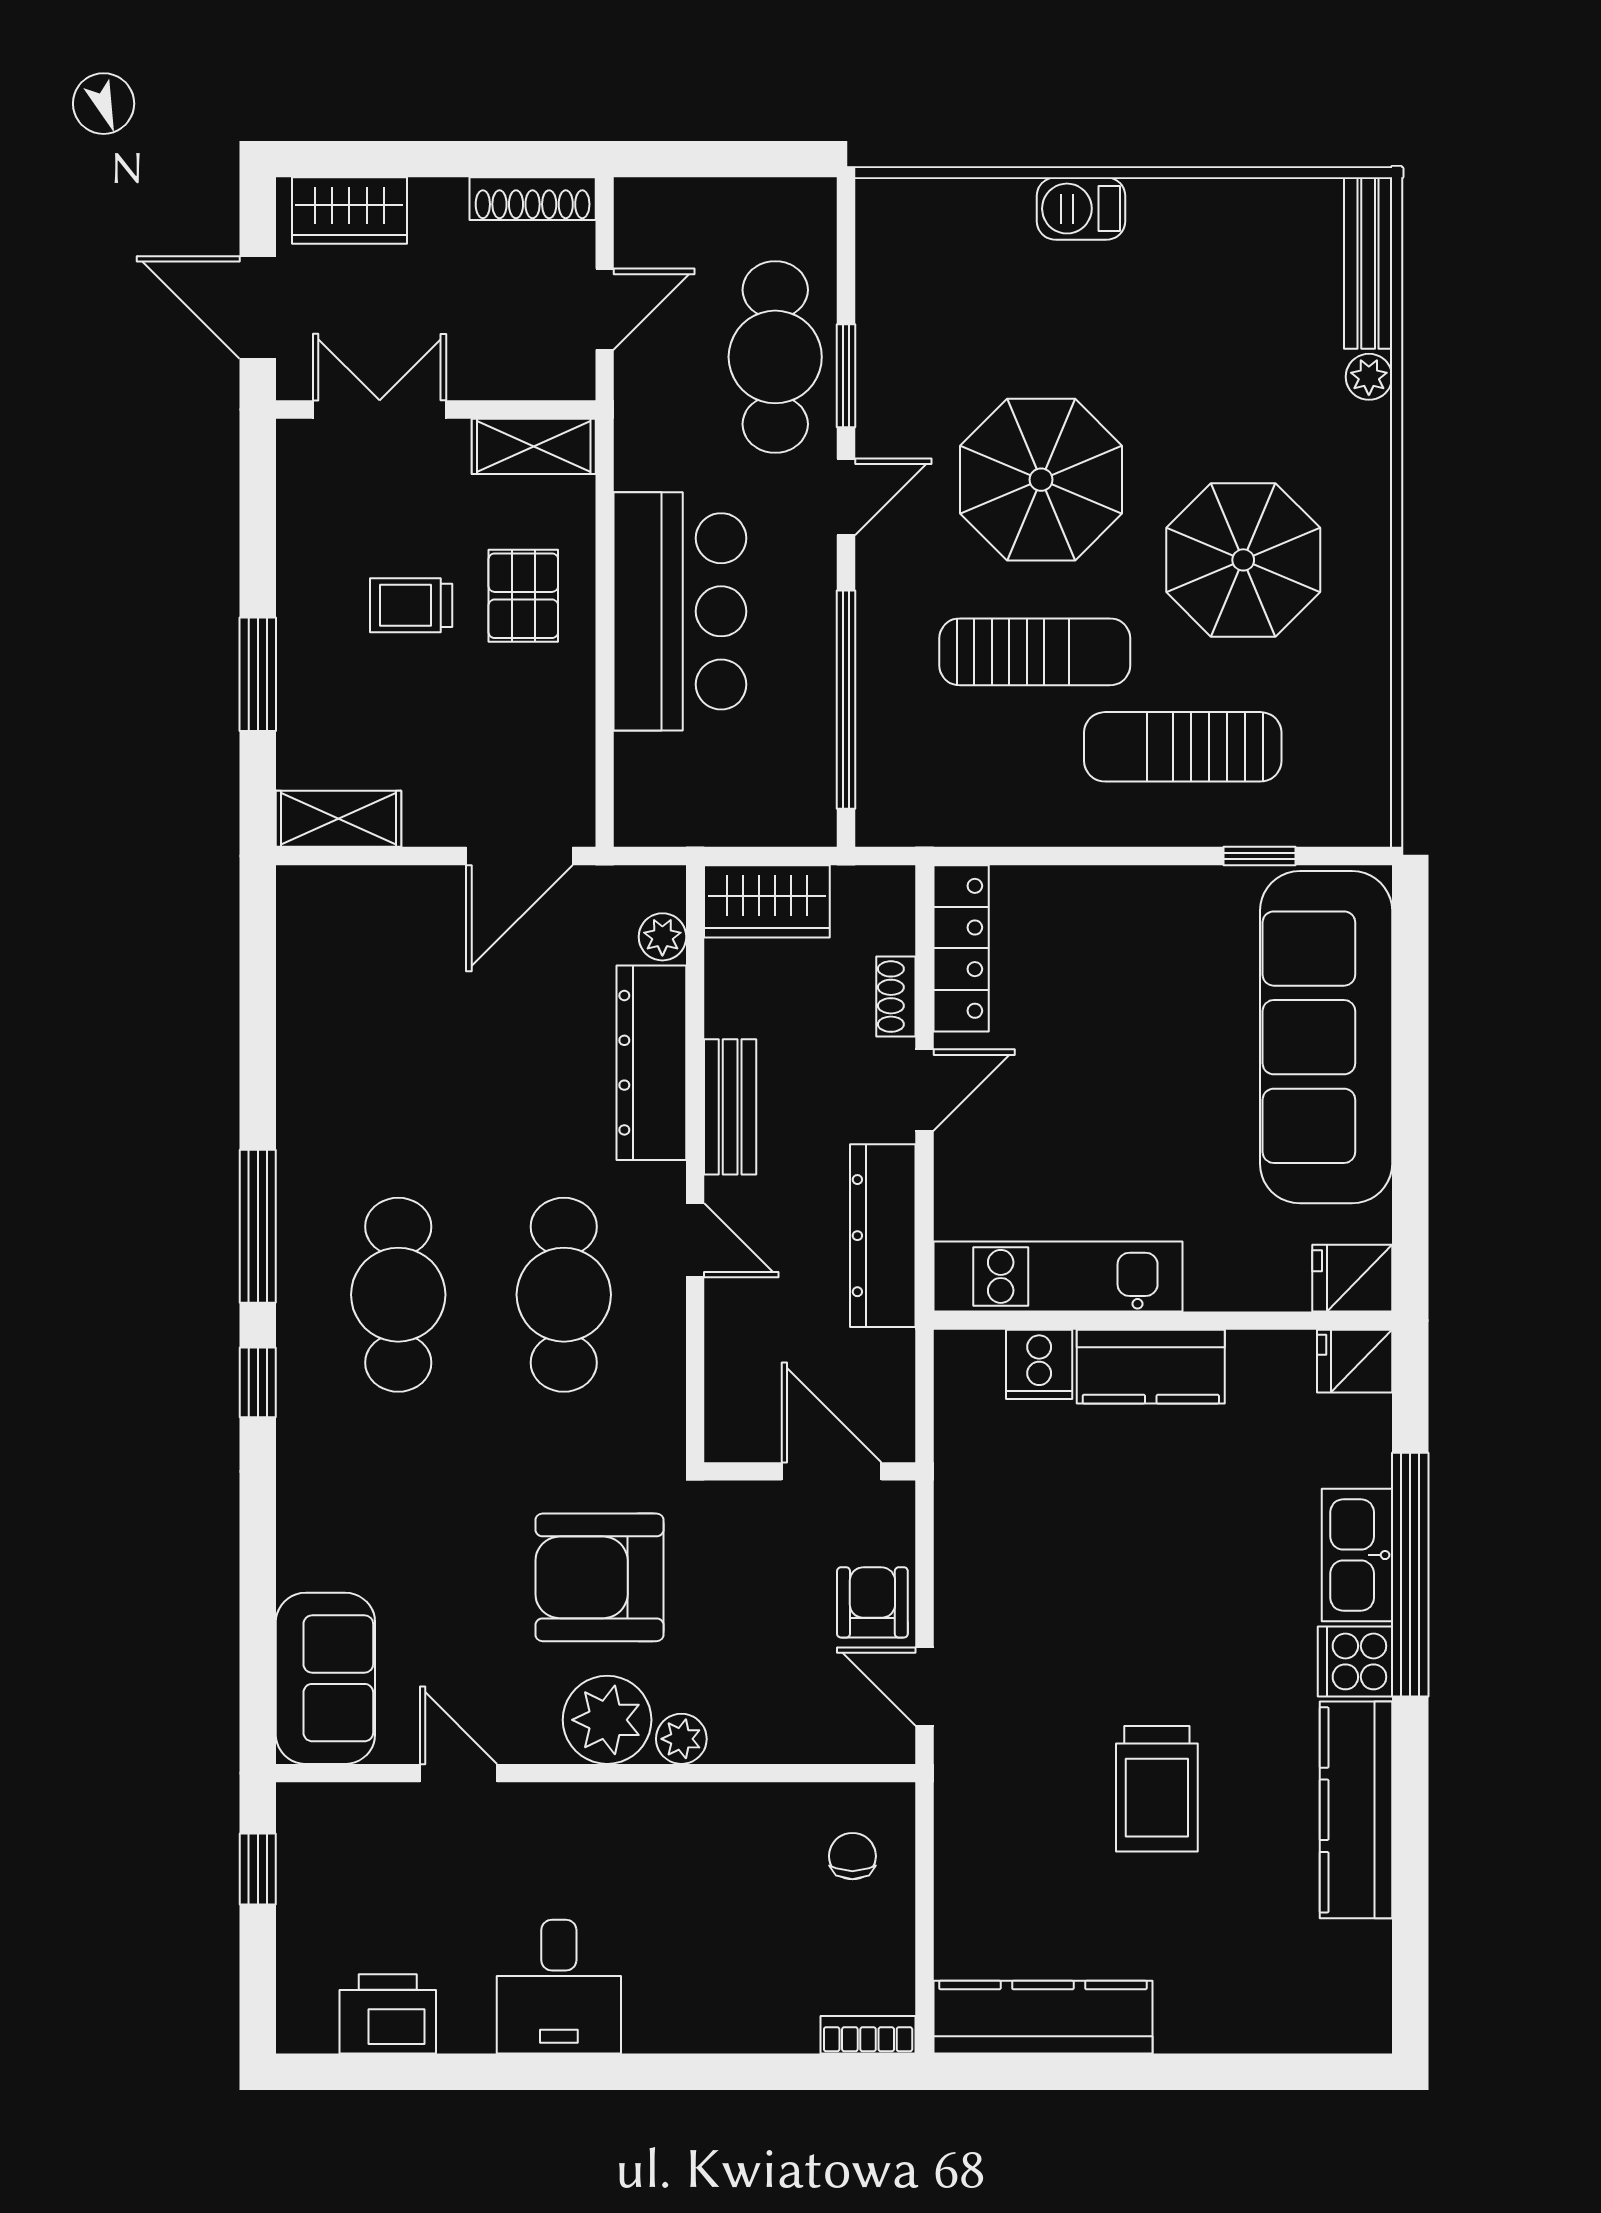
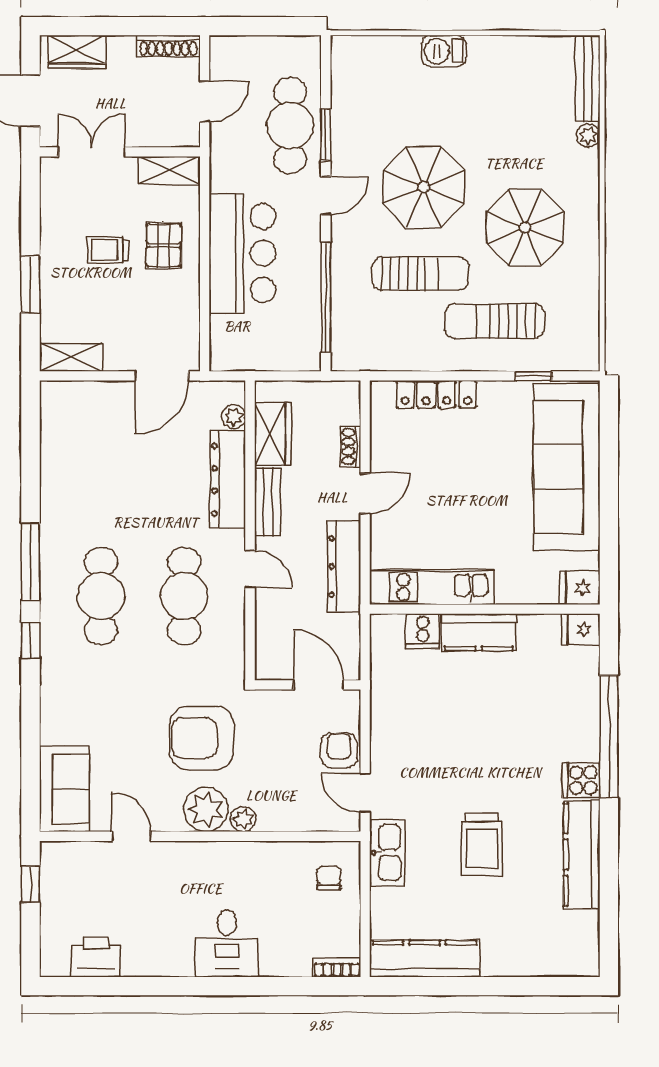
wardrobe: (767, 901) -> (273, 434), moved, turned -90
locker: (961, 948) -> (436, 394), moved, turned 90
kitchen sink: (1357, 1555) -> (387, 853), moved, turned 180
desk: (559, 1987) -> (227, 943), moved

